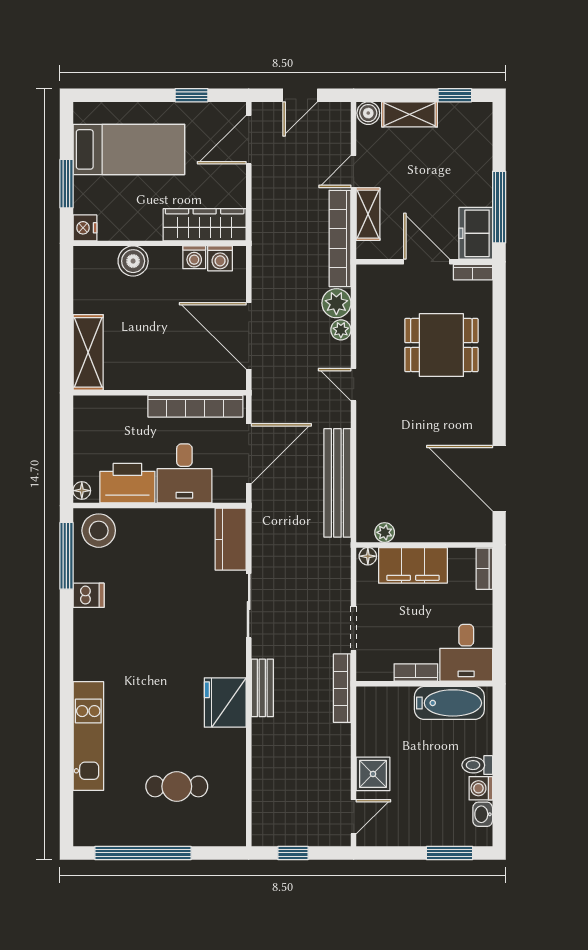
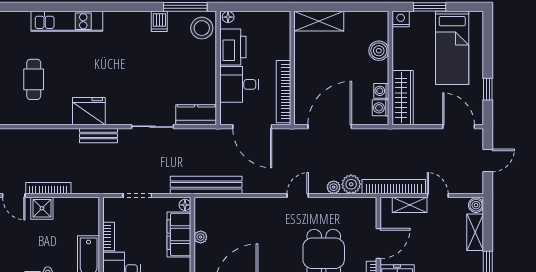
door: (300, 95) -> (488, 160), swing flipped
bench: (337, 483) -> (206, 185), moved
plant: (385, 532) -> (201, 237), moved
bookcase: (342, 688) -> (48, 188), moved

